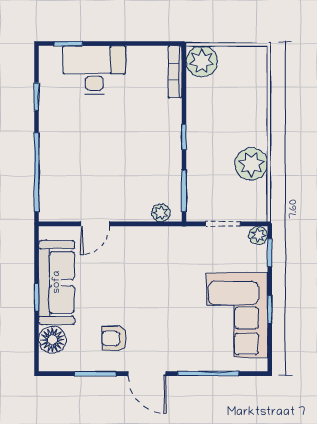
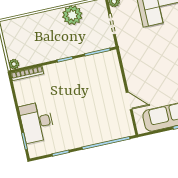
plant: (202, 61) -> (14, 64), width x0.53, depth x0.53
plant: (161, 213) -> (114, 63), removed

